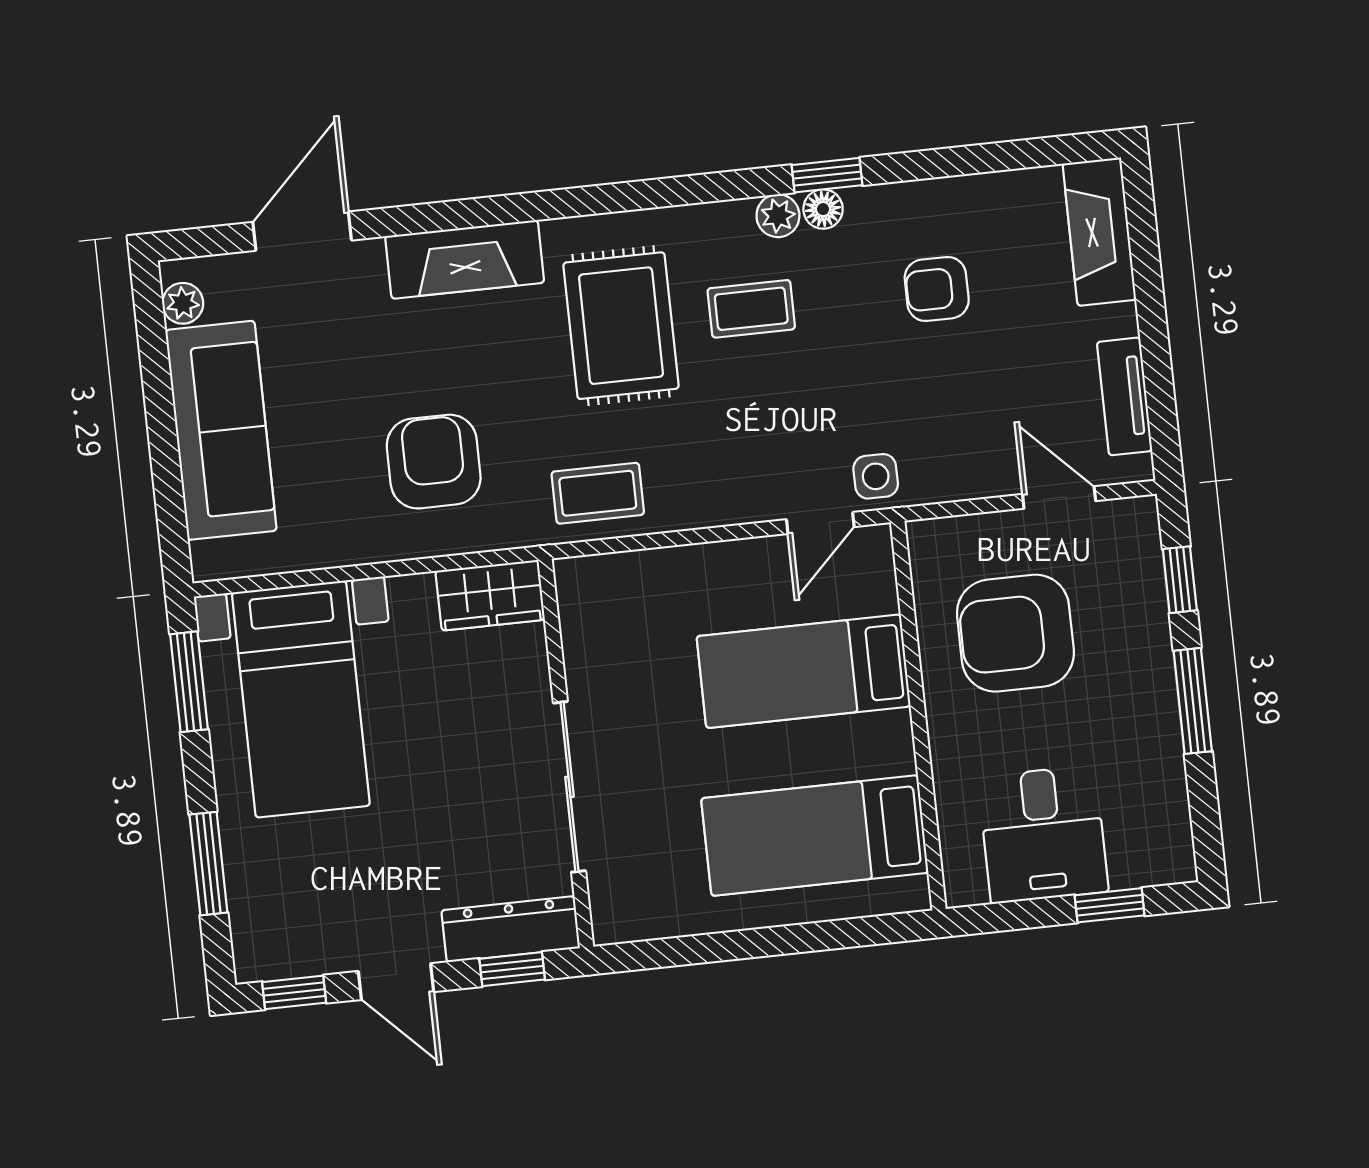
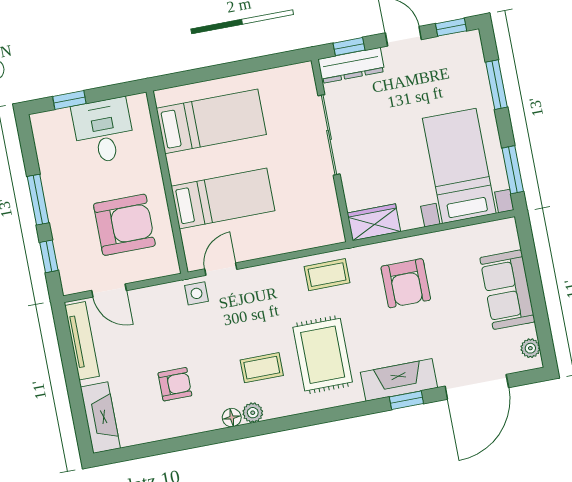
window: (827, 175) -> (406, 400), moved
door: (302, 231) -> (477, 387), width x1.36
tv unit: (1125, 396) -> (82, 341), width x1.41
sofa: (221, 430) -> (507, 290), width x0.73

